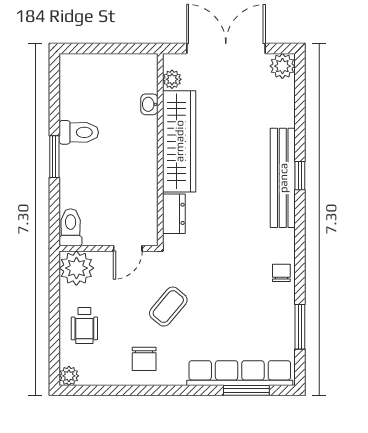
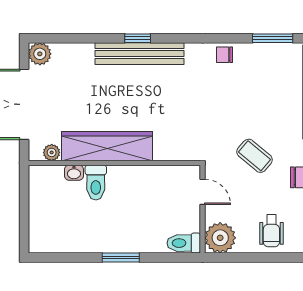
toilet: (79, 132) -> (96, 183), moved, turned 180
dresser: (174, 214) -> (172, 151), removed
wheelchair: (84, 325) -> (271, 231), turned 90

